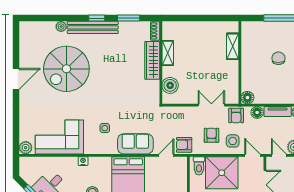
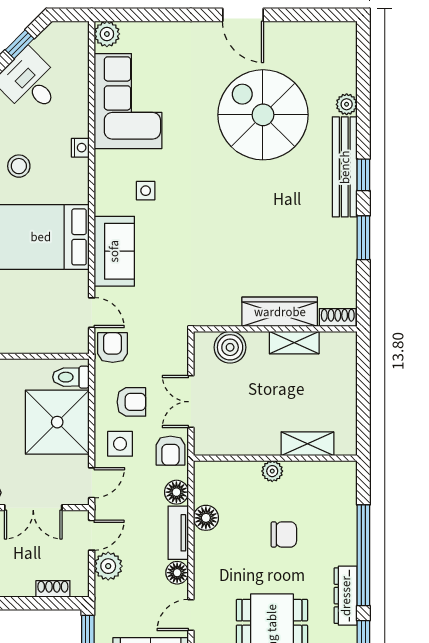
shoe rack: (155, 31) -> (338, 318), moved
shelving: (168, 53) -> (294, 343), moved
wardrobe: (152, 60) -> (280, 312), moved
wall: (161, 63) -> (275, 329), moved
plant: (246, 64) -> (272, 471), added
boiler: (170, 85) -> (230, 347), moved
floor lamp: (247, 98) -> (206, 518), moved
double door: (211, 105) -> (191, 402), swing flipped
armchair: (236, 115) -> (170, 451), turned -90

